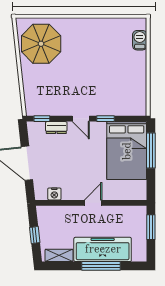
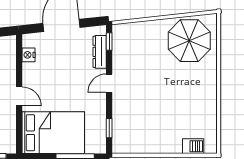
window: (106, 119) -> (109, 128), moved
dresser: (56, 128) -> (100, 52), width x1.44
bed: (127, 151) -> (53, 133), moved, turned 180

